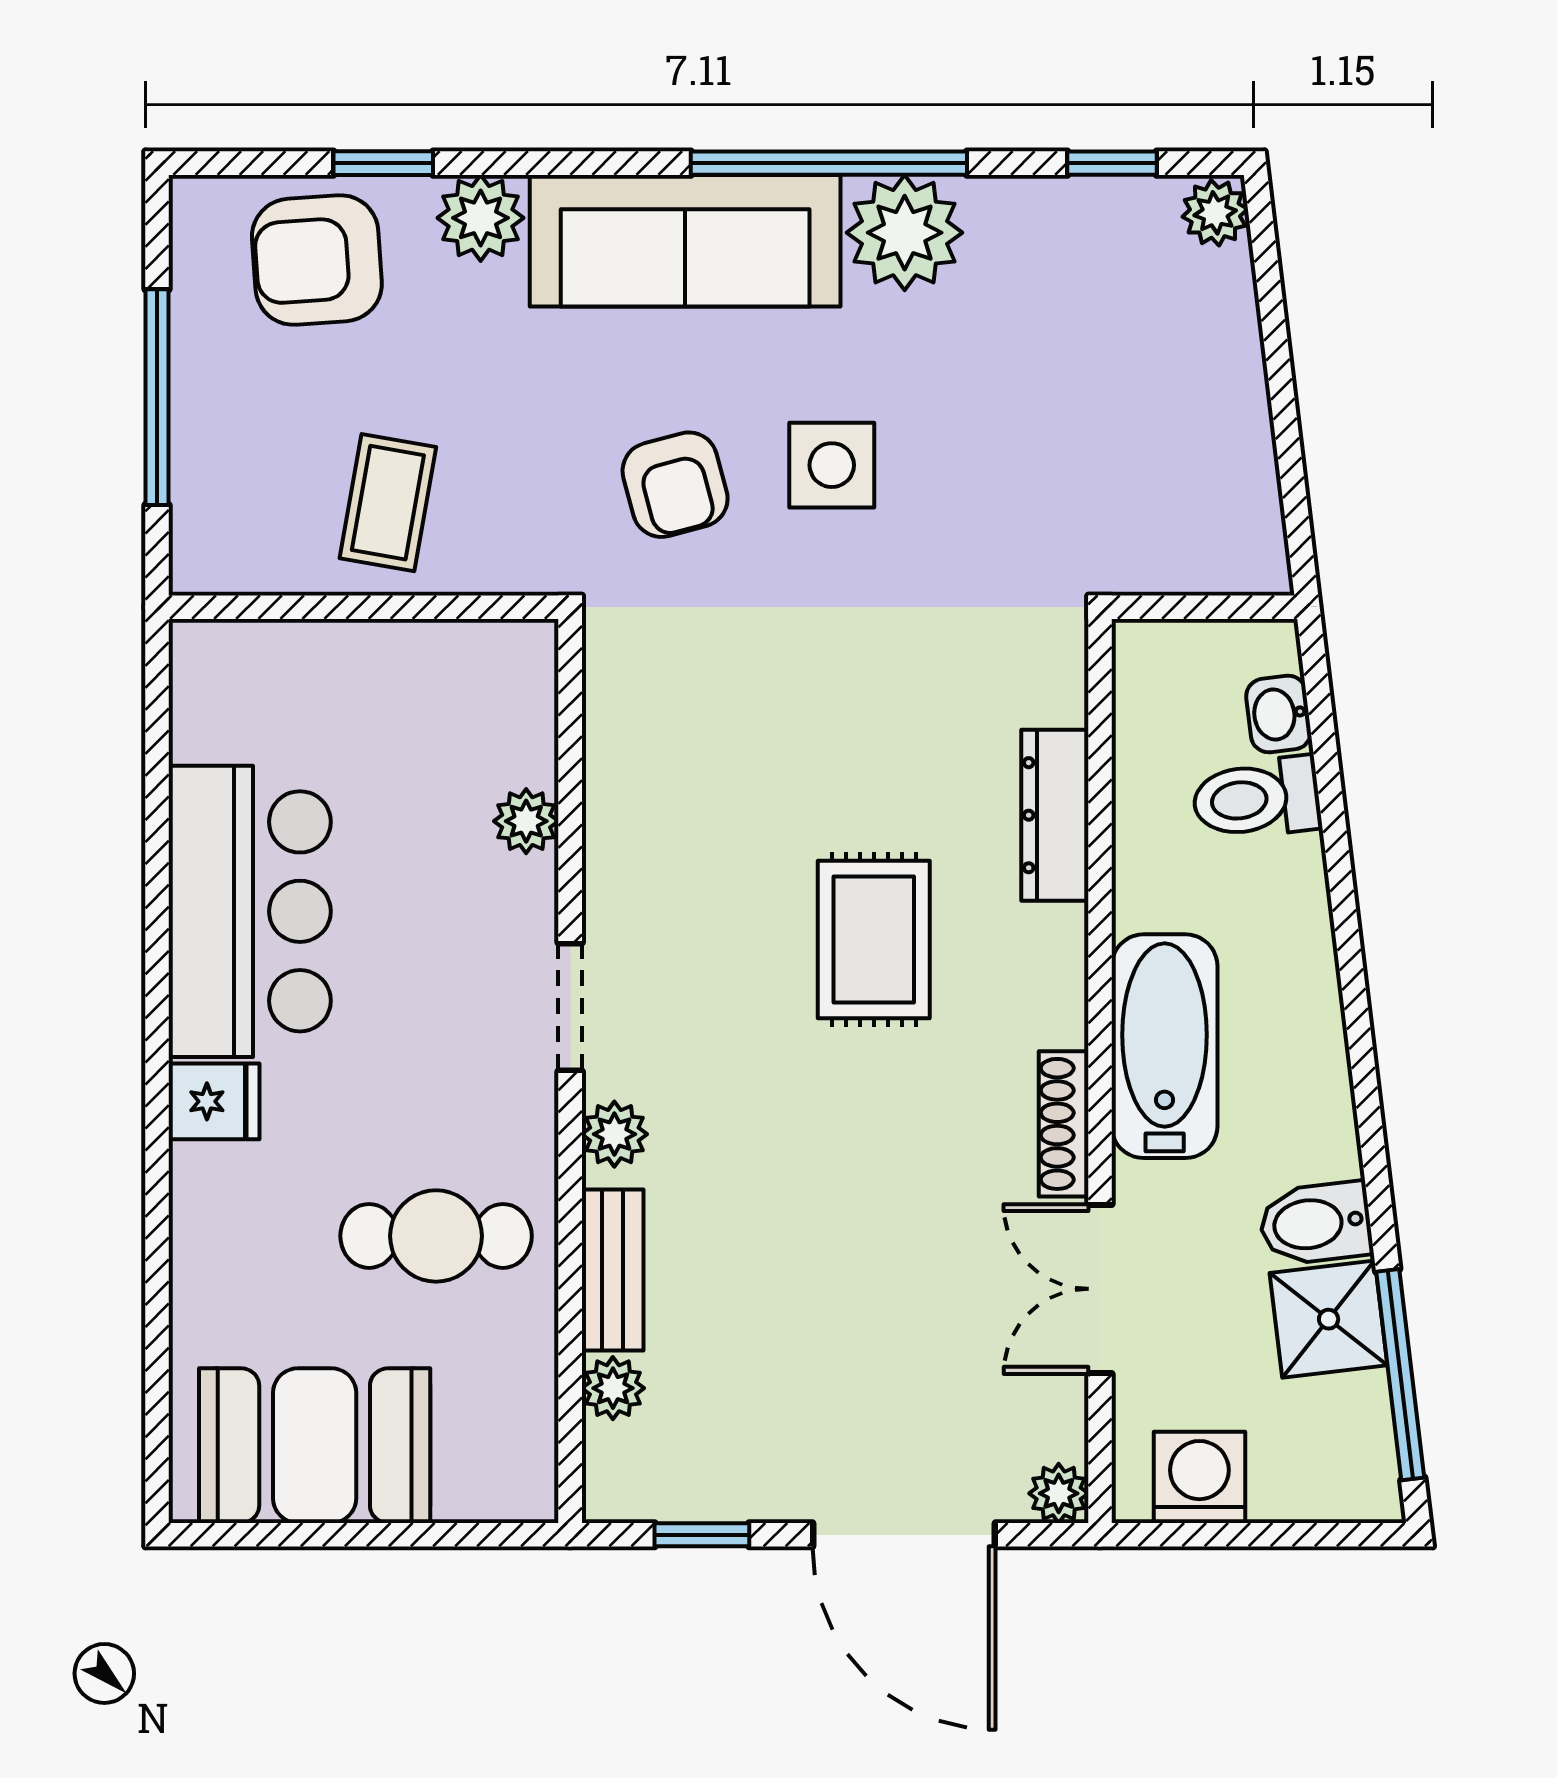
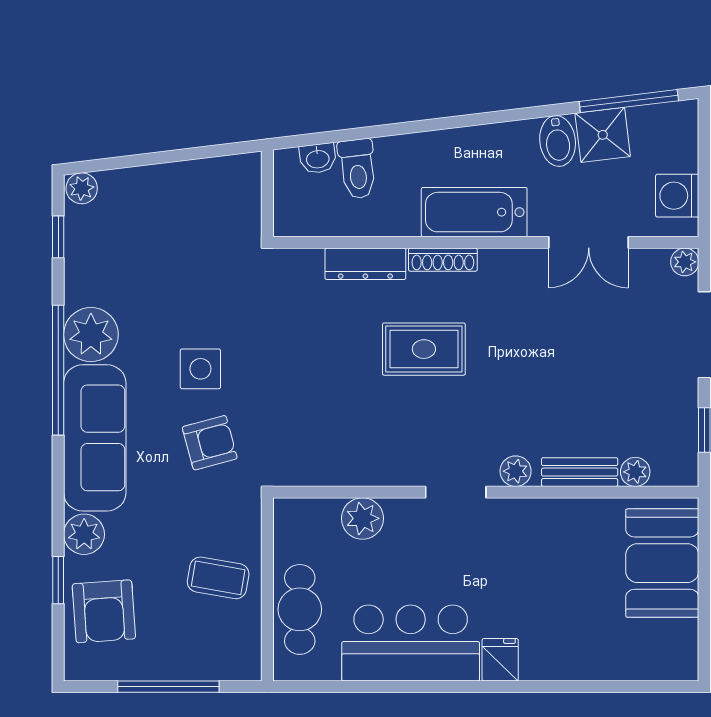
plant: (526, 821) -> (362, 518), width x1.38, depth x1.38
shoe rack: (1064, 1124) -> (443, 260), moved
cafe table: (436, 1236) -> (300, 609), moved
booth: (315, 1446) -> (662, 563), moved

